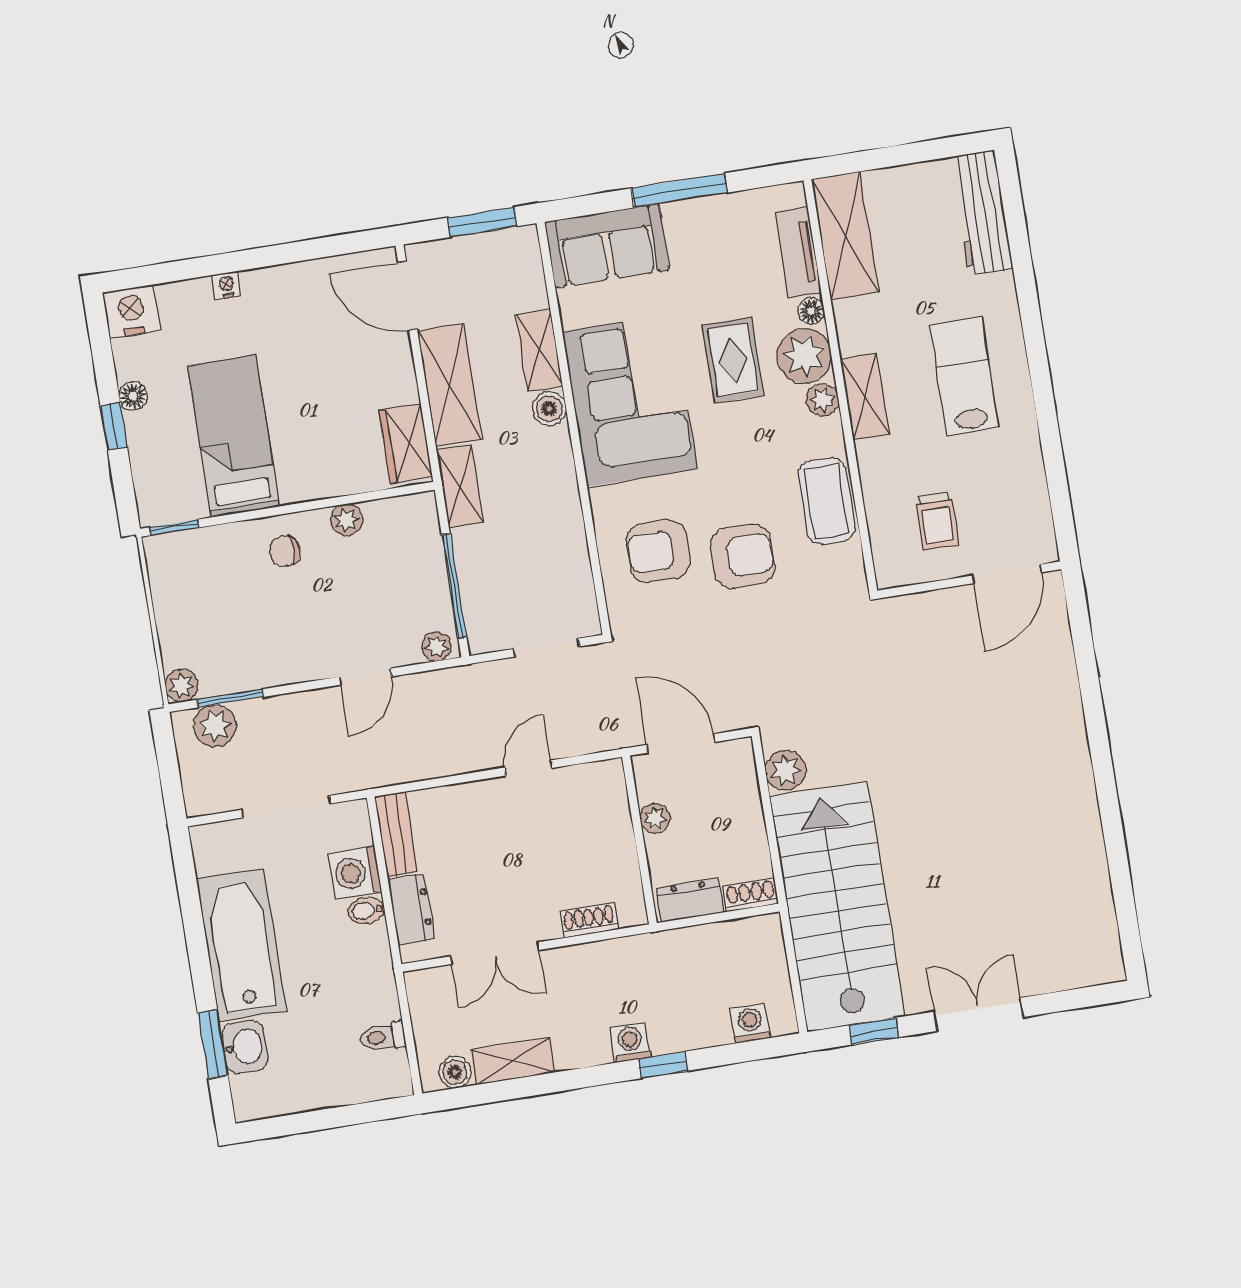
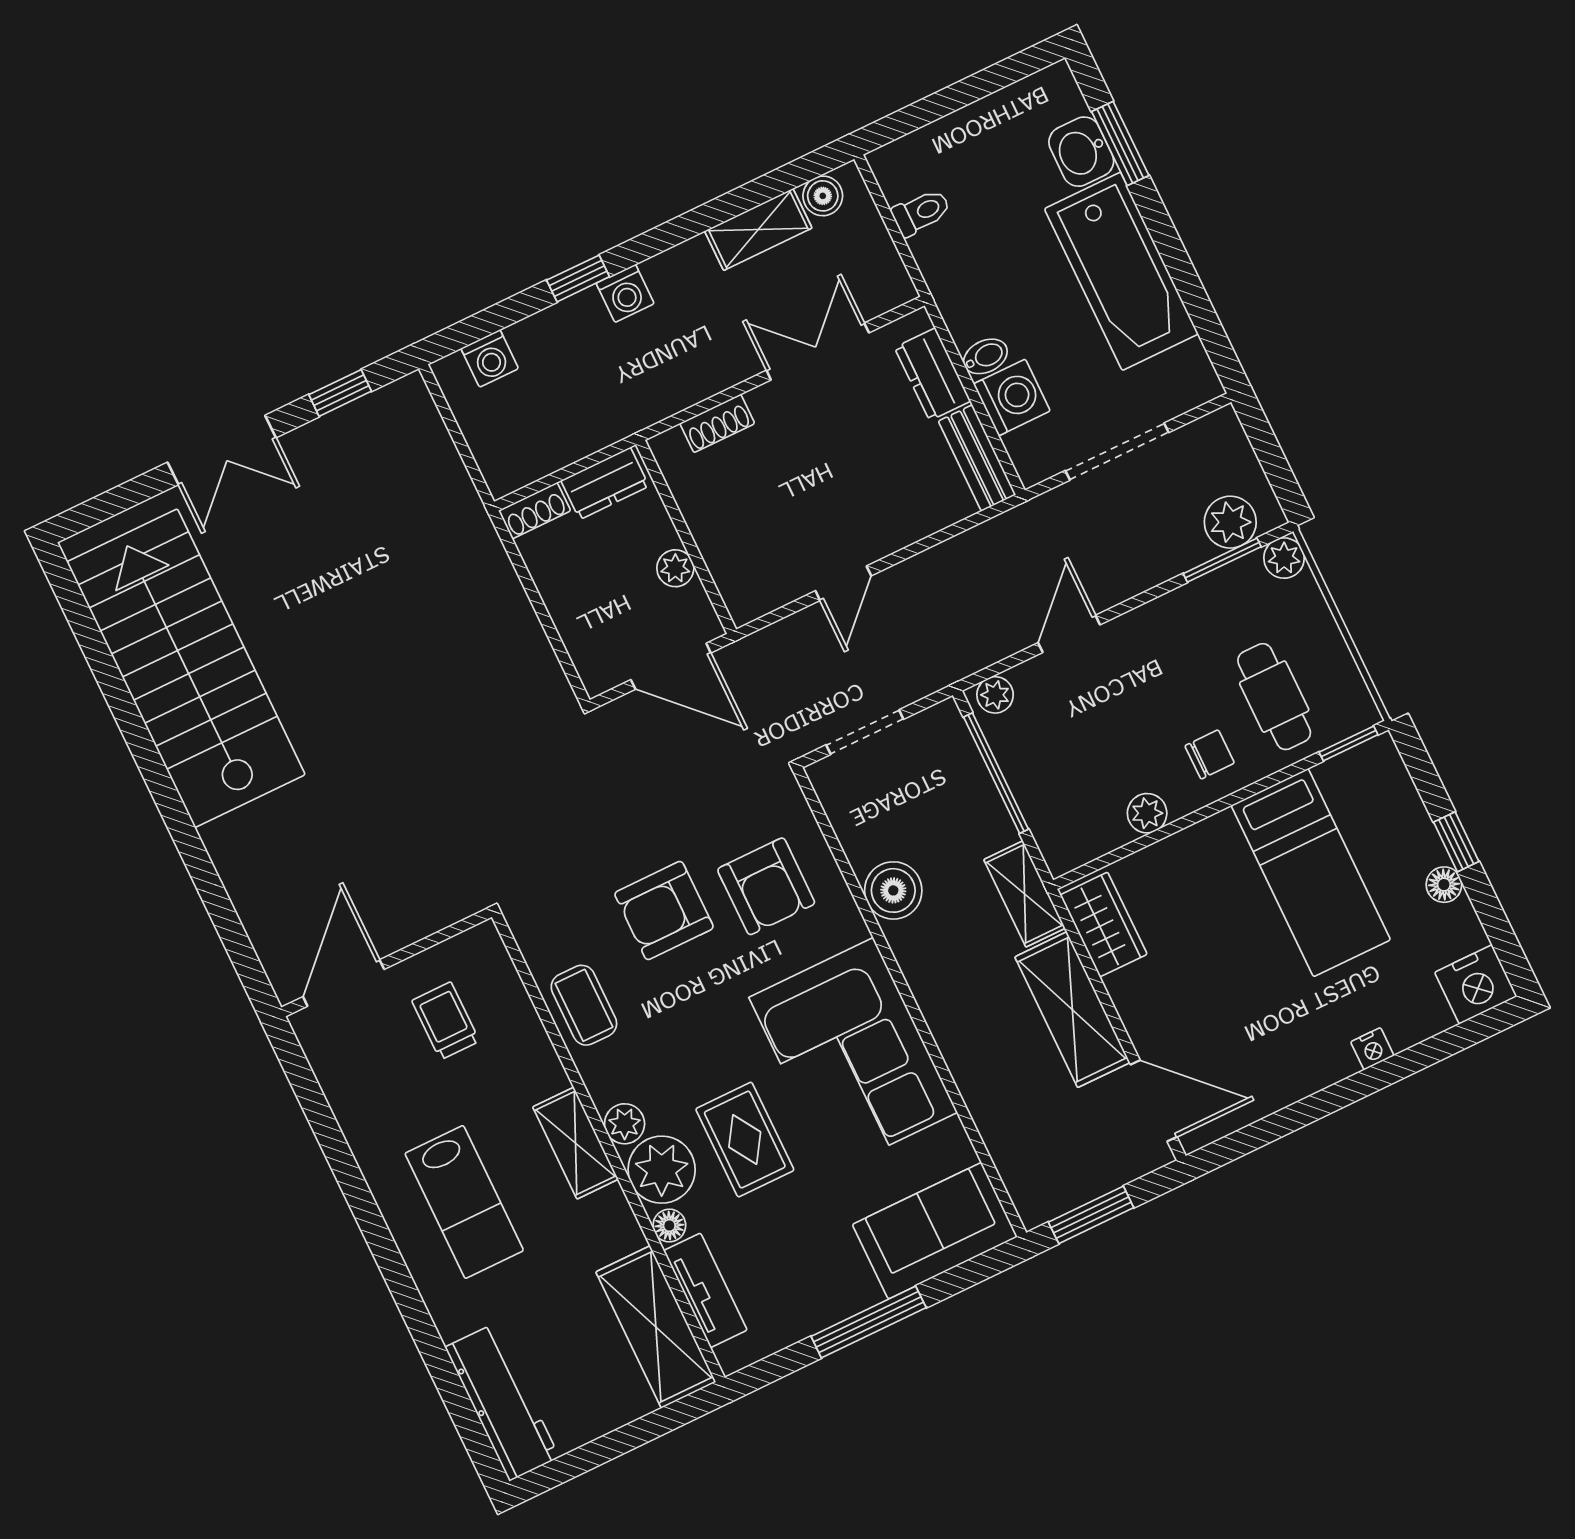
shelving: (539, 350) -> (978, 1083), removed
boiler: (549, 409) -> (893, 890), moved, width x1.36, depth x1.36
coffee table: (826, 501) -> (584, 1005), width x0.73, depth x0.77
armchair: (658, 551) -> (766, 886), turned 90
cafe table: (221, 581) -> (1274, 697), added
plant: (786, 771) -> (537, 671), removed
stairs: (837, 907) -> (186, 668), moved, turned 180

